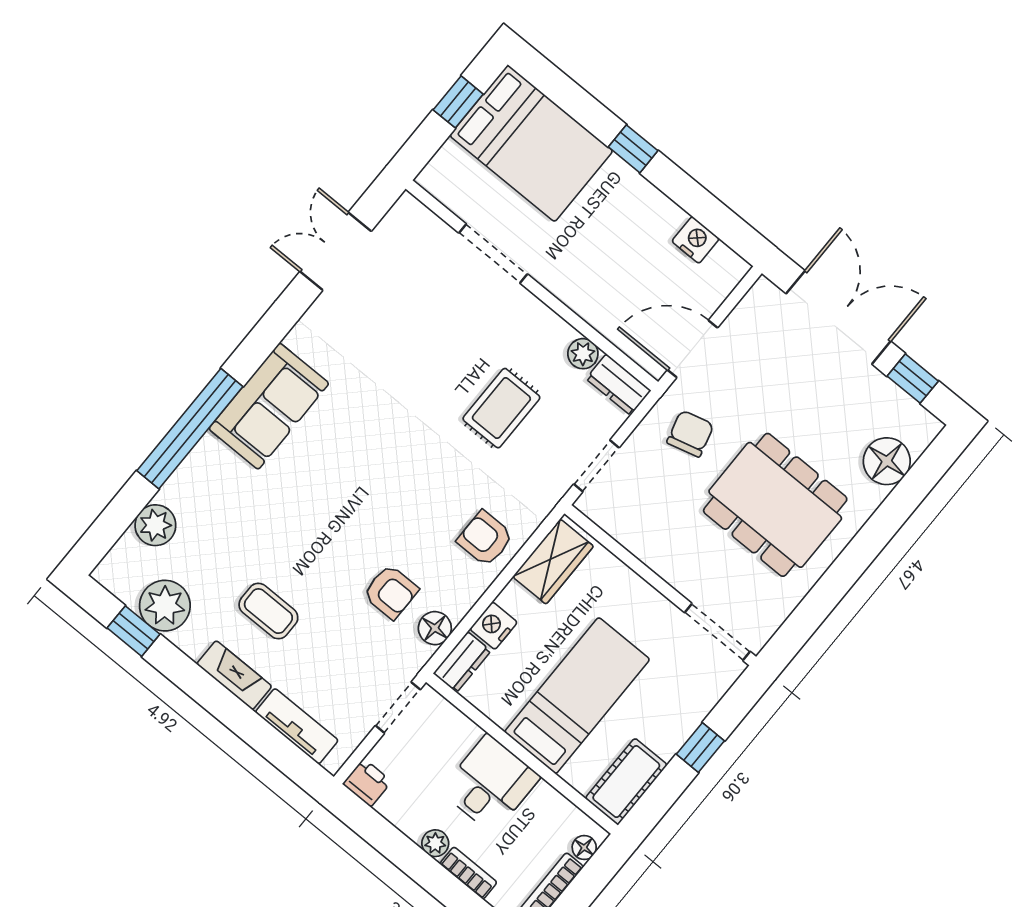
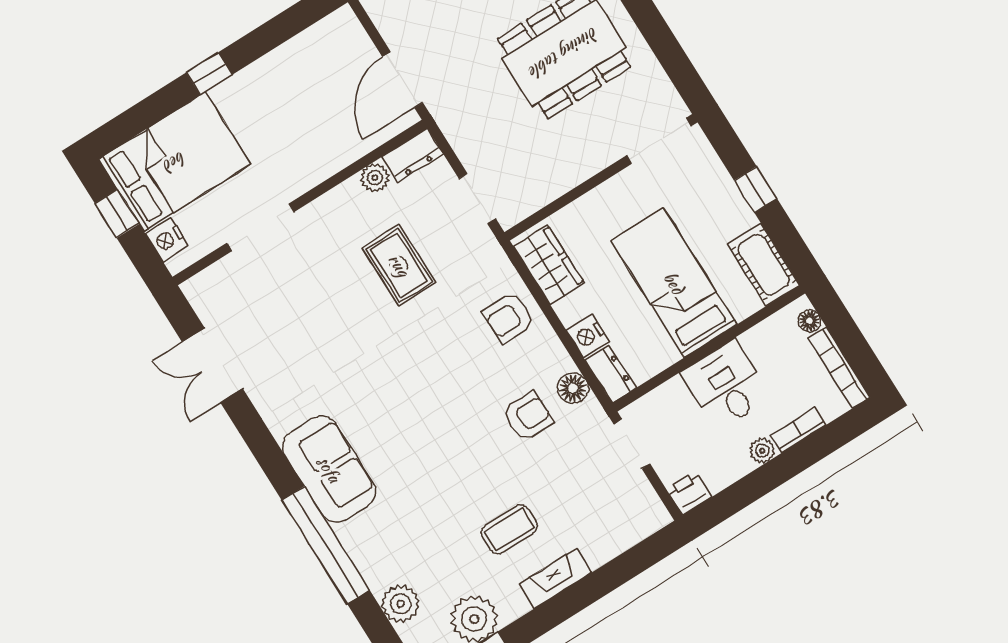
nightstand: (696, 240) -> (167, 240), moved, turned -90
chair: (690, 434) -> (477, 107), removed
tv unit: (297, 726) -> (619, 538), removed

